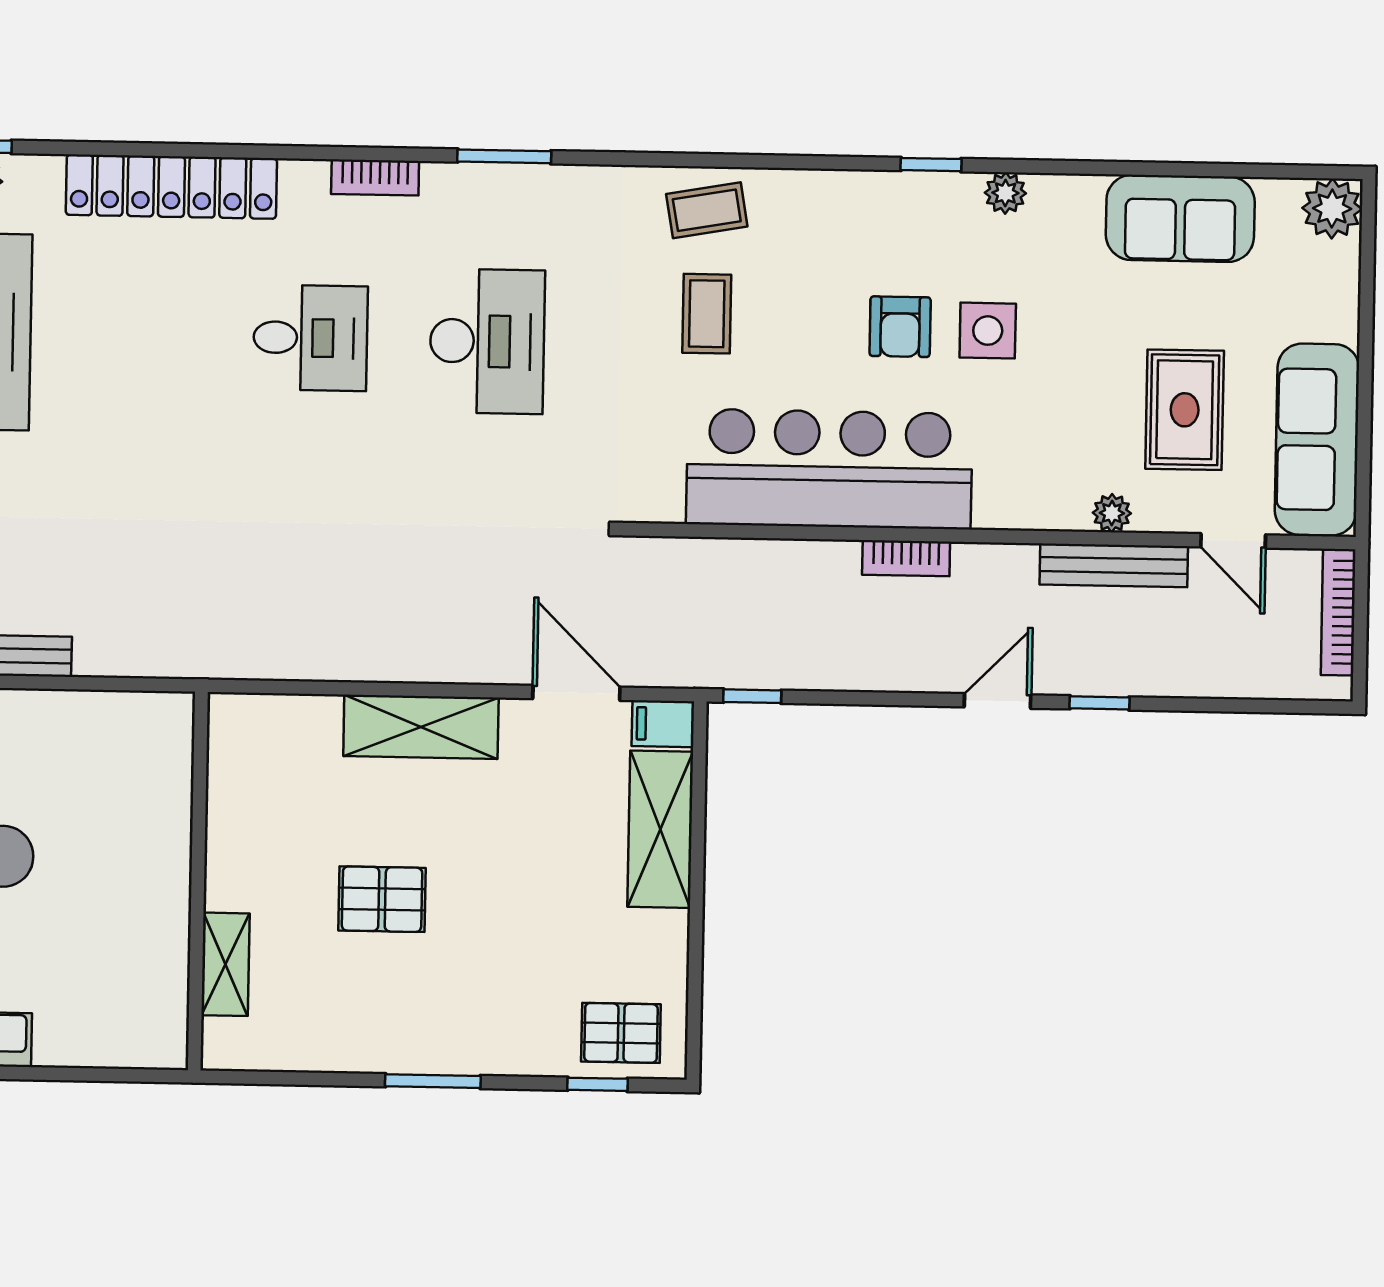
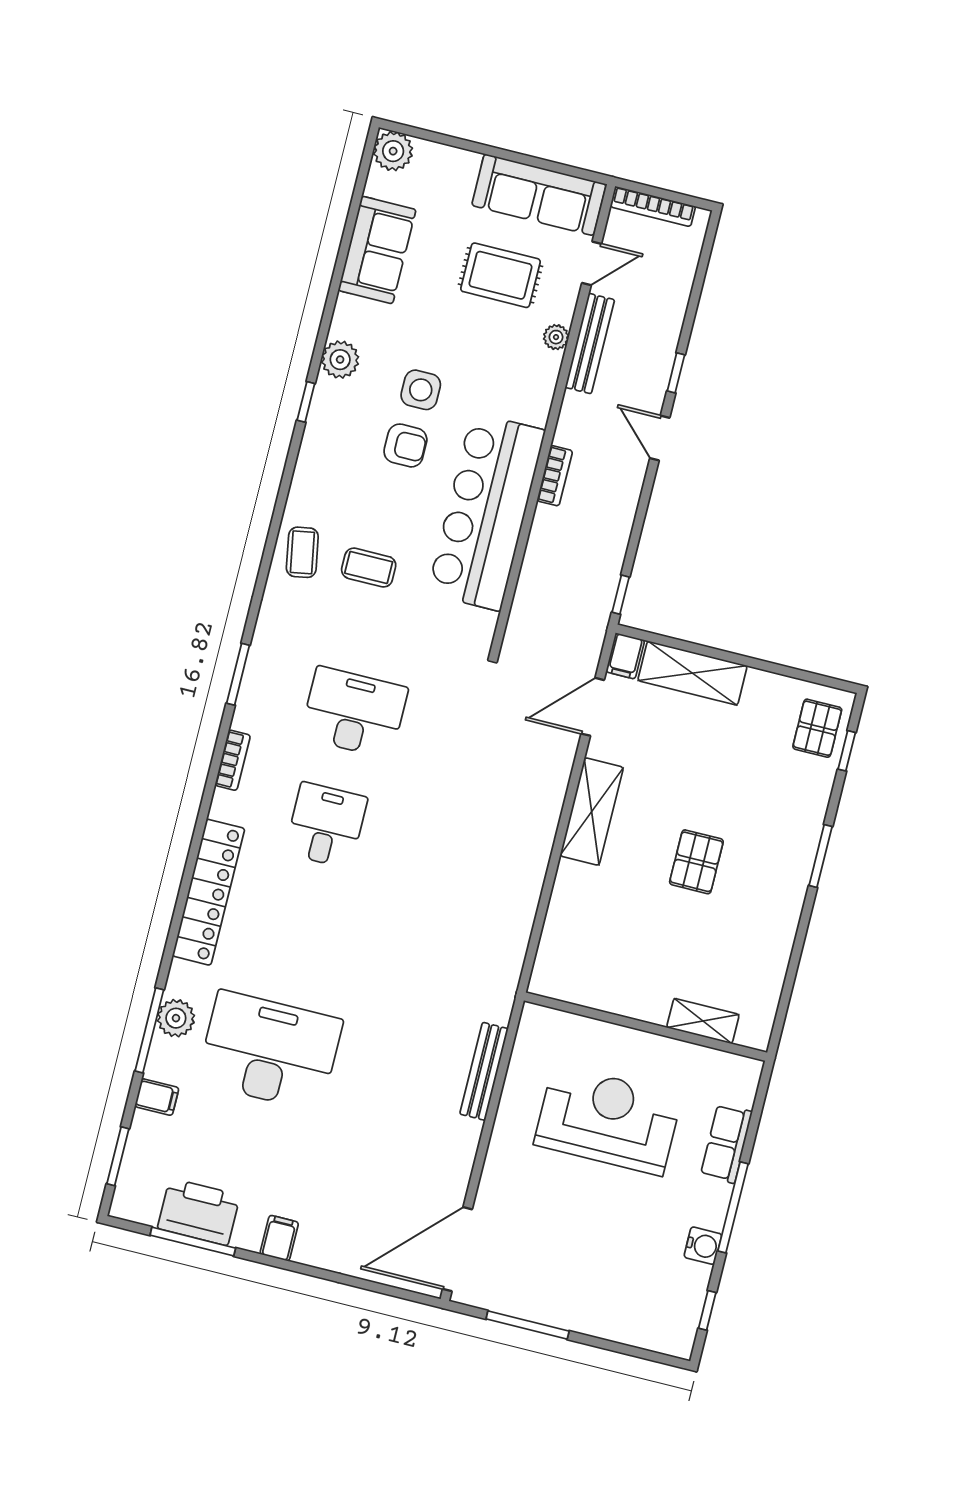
plant: (1005, 193) -> (340, 360), width x1.38, depth x1.38
wall: (198, 881) -> (645, 1027), moved
shelving: (225, 964) -> (703, 1021), moved

